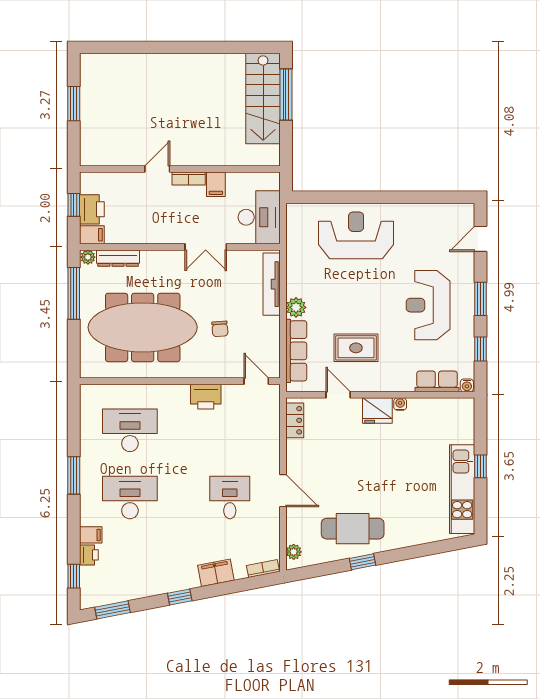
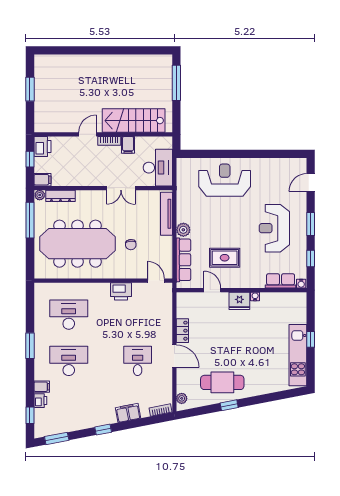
stairs: (263, 99) -> (134, 121), moved, turned 90
printer: (92, 209) -> (42, 147), moved
locker: (295, 420) -> (182, 331), moved

